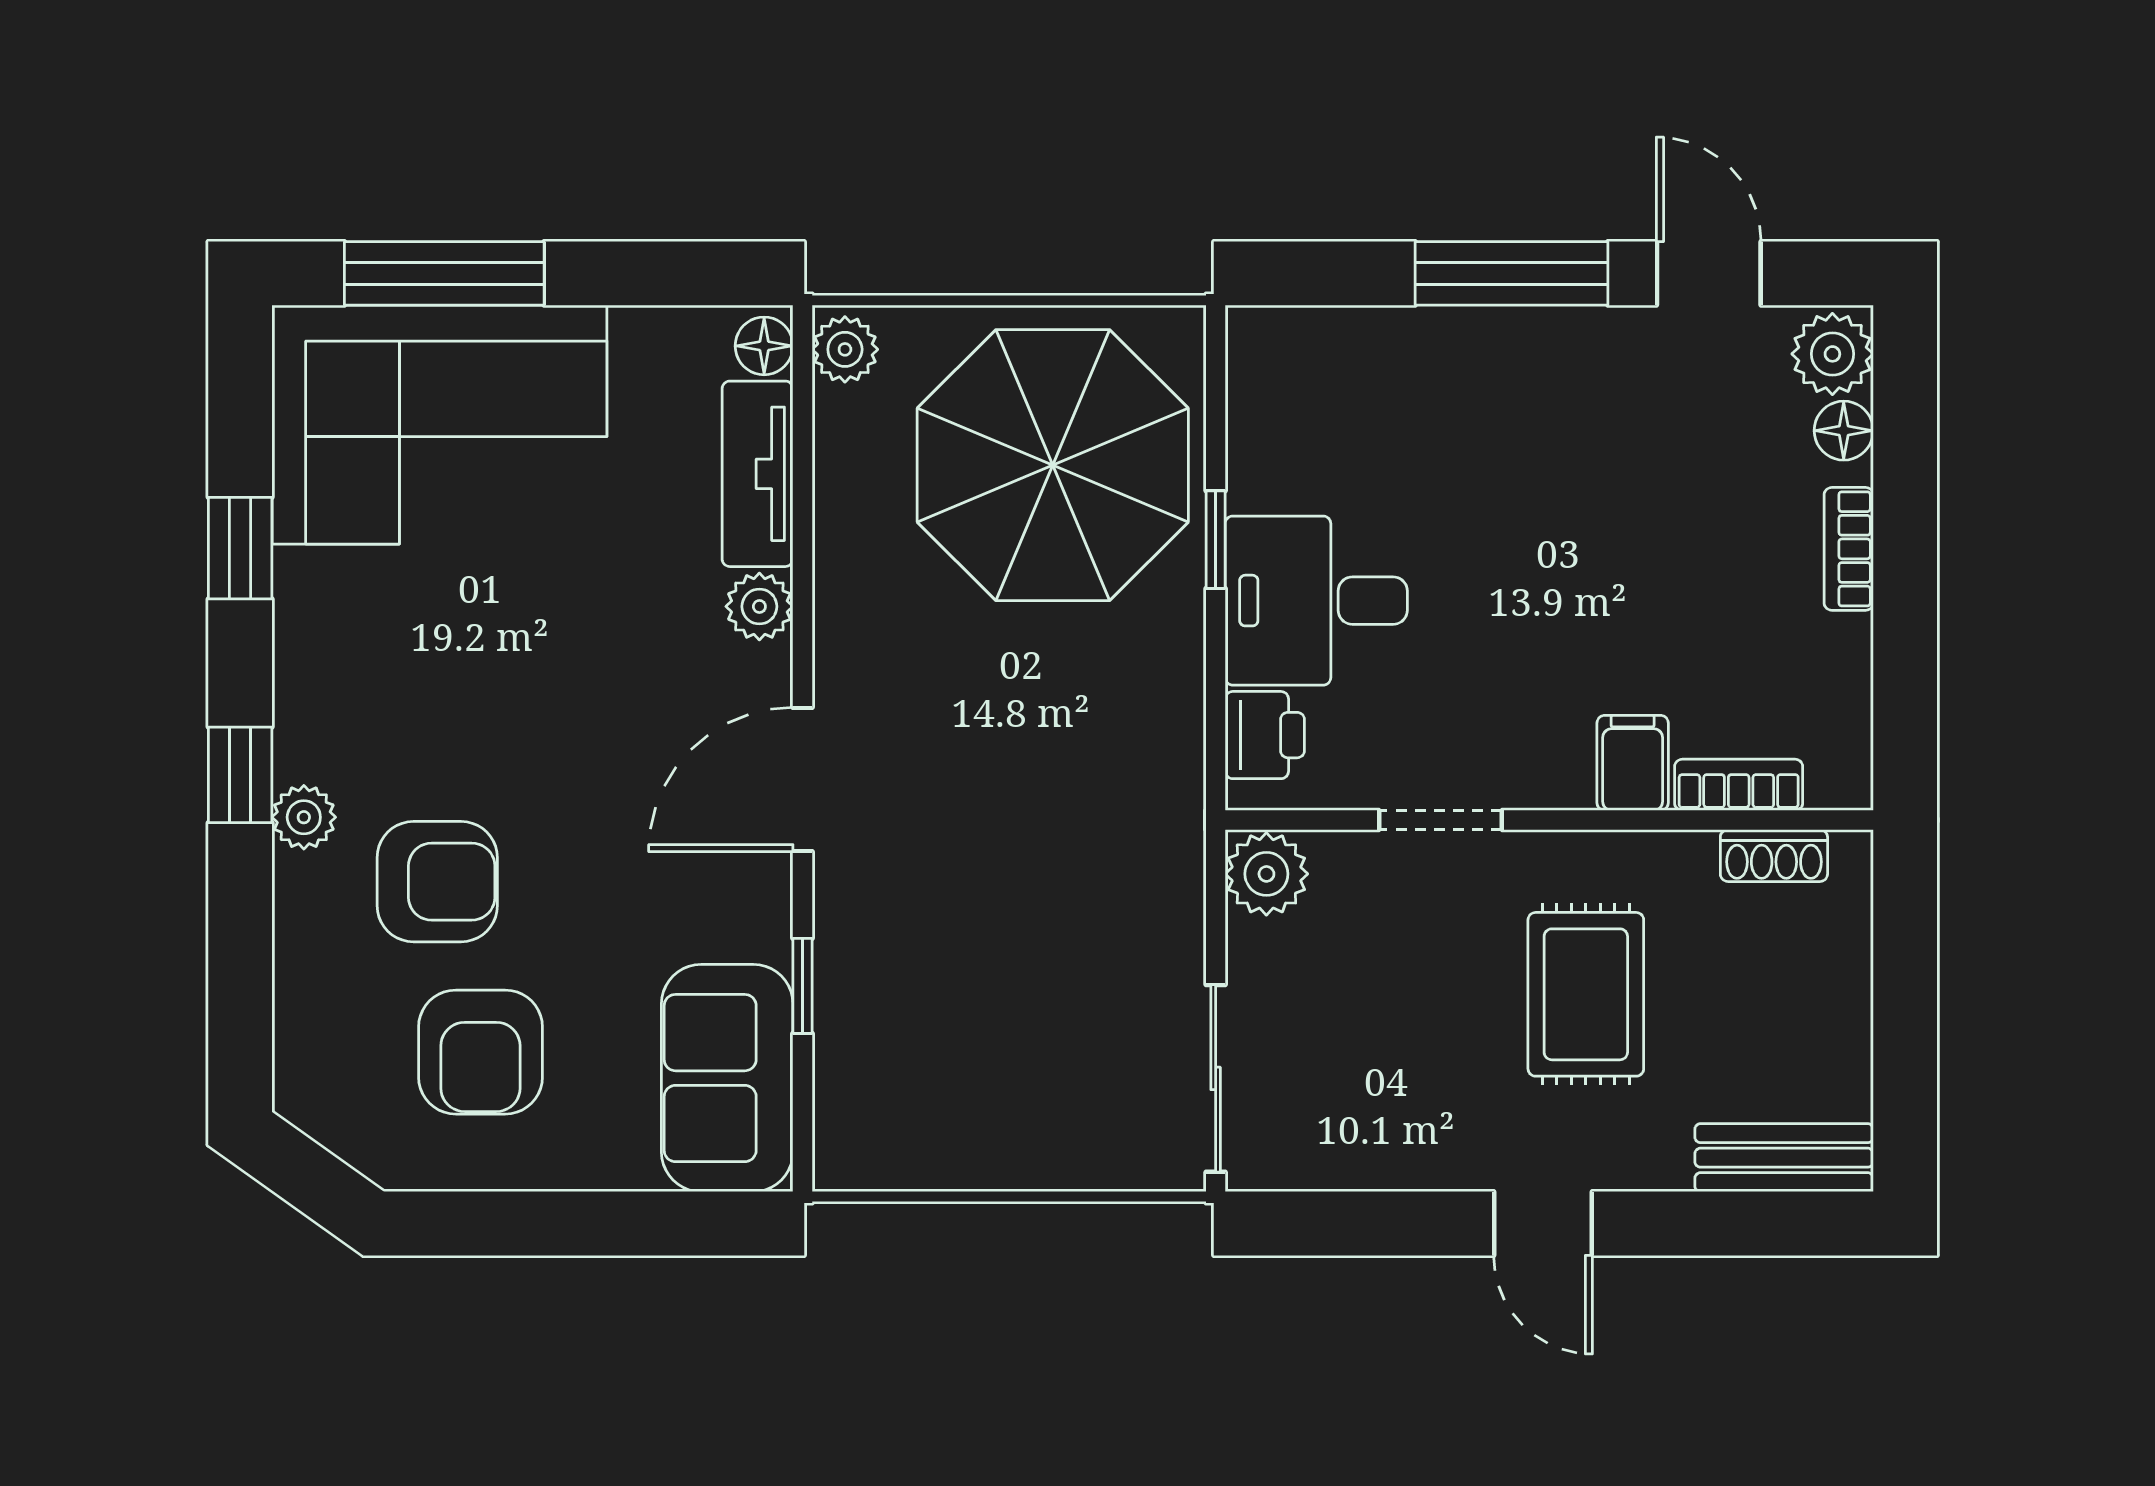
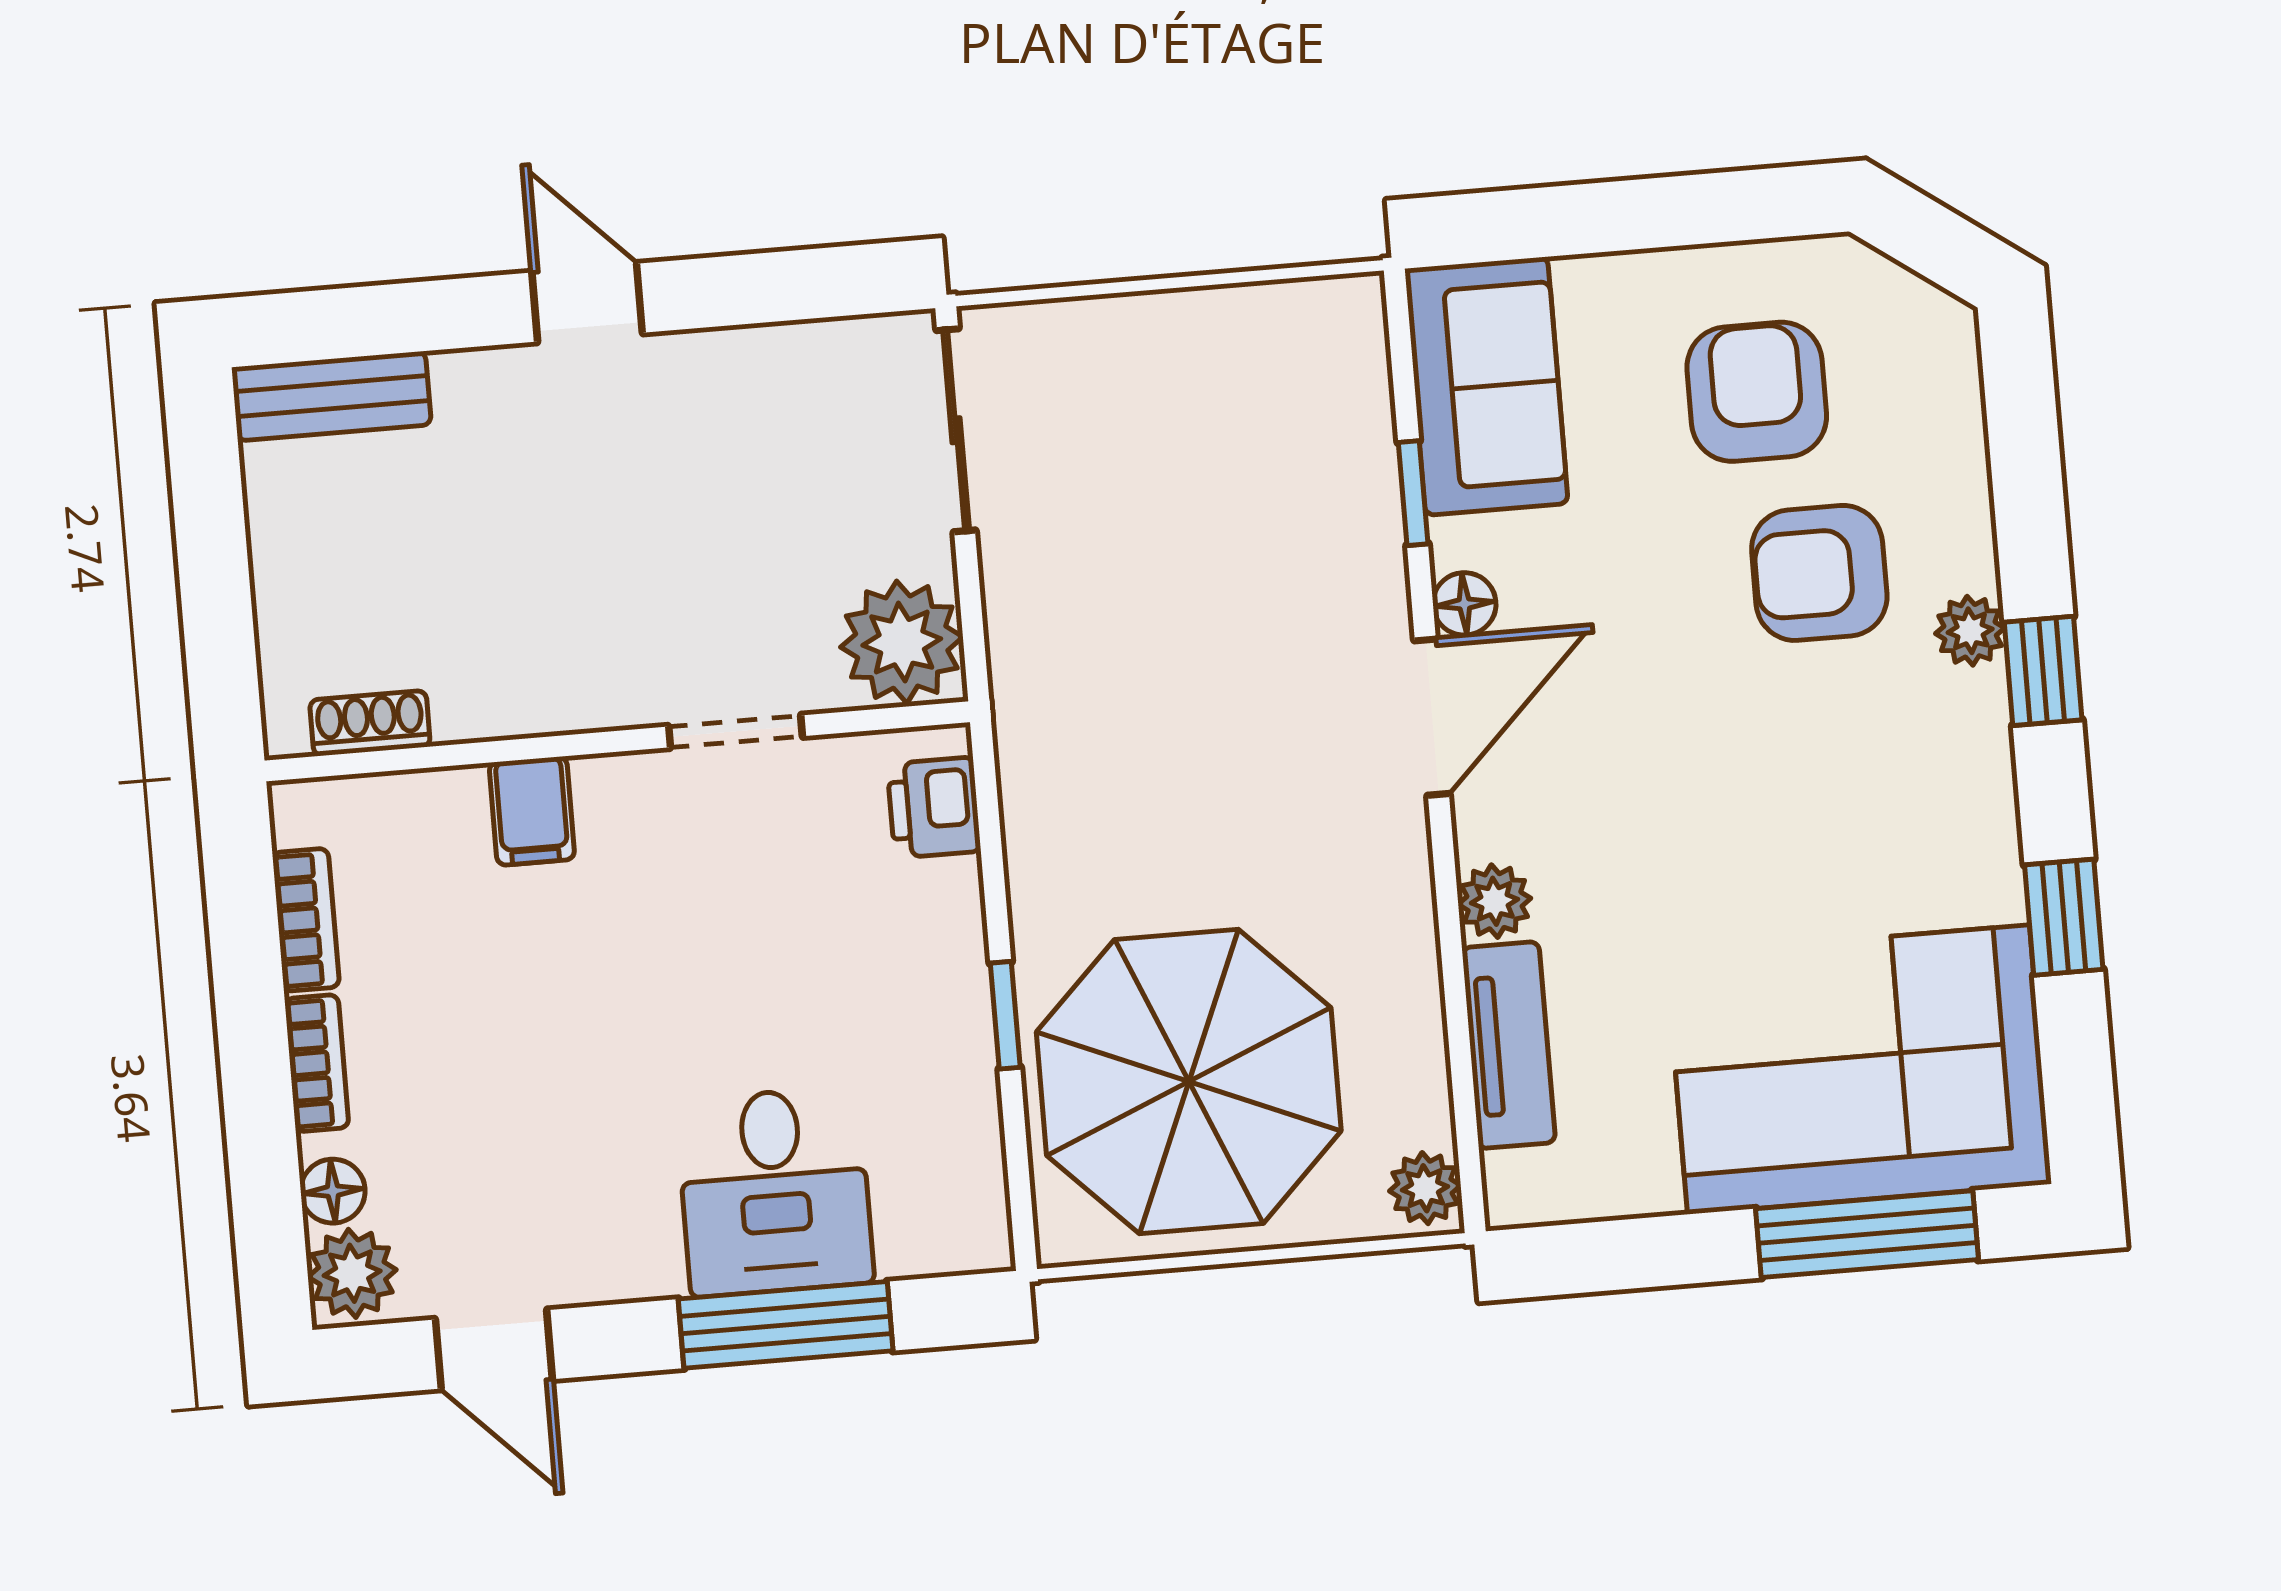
window: (1511, 273) -> (786, 1325), moved
floor lamp: (764, 346) -> (1464, 604), moved
desk: (1316, 601) -> (775, 1191), moved, turned 90
bookcase: (1739, 785) -> (306, 920), moved, turned -90
plant: (1266, 874) -> (902, 642), width x1.36, depth x1.36
rug: (1586, 994) -> (562, 555), removed

